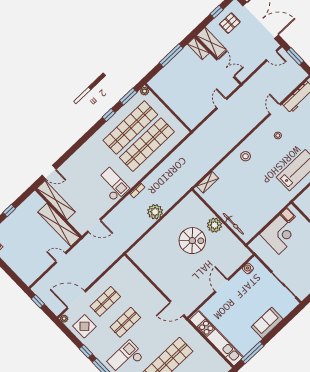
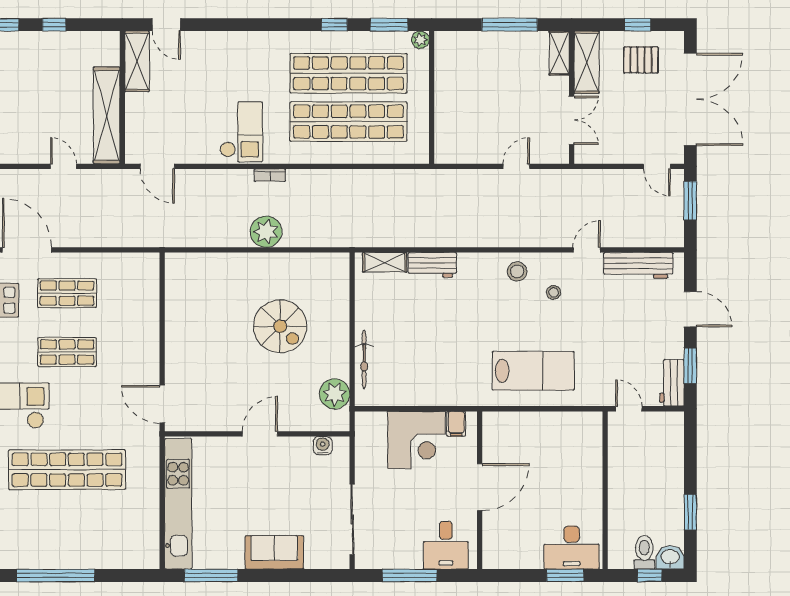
stool: (246, 156) -> (517, 271), moved
workbench: (225, 167) -> (432, 265), added
shelving: (56, 200) -> (137, 61), width x0.68
plant: (215, 225) -> (335, 394), moved

